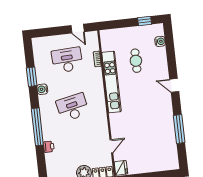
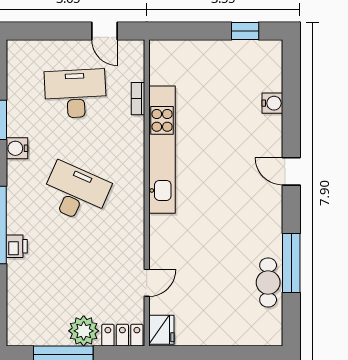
water cooler: (160, 41) -> (272, 103), moved
cafe table: (136, 61) -> (268, 283), moved
desk: (73, 107) -> (75, 193), turned 36
printer: (49, 147) -> (17, 246), moved

